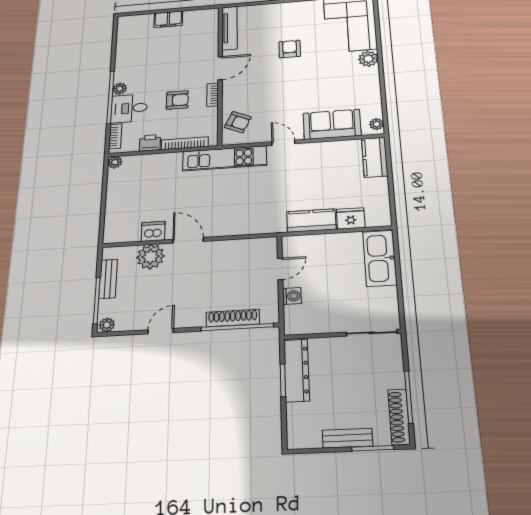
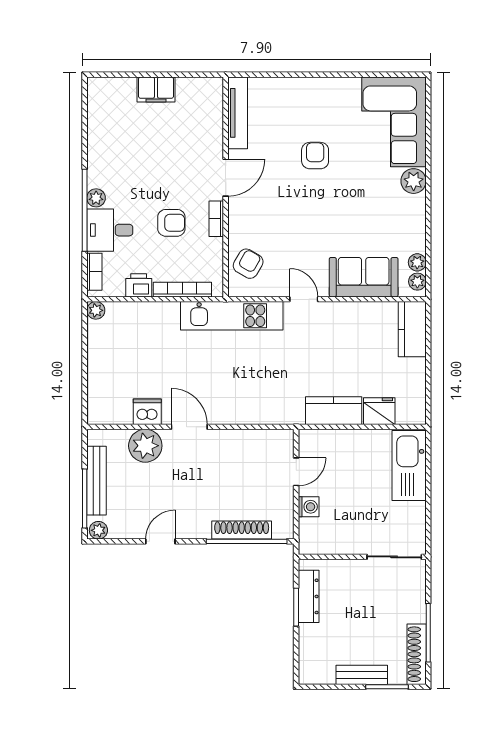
plant: (375, 111) -> (417, 262), added
armchair: (238, 122) -> (248, 264), turned -85
bench: (108, 279) -> (97, 481), width x1.36
dresser: (297, 370) -> (309, 596), width x0.73, depth x0.80

